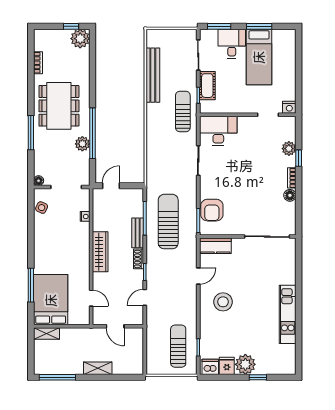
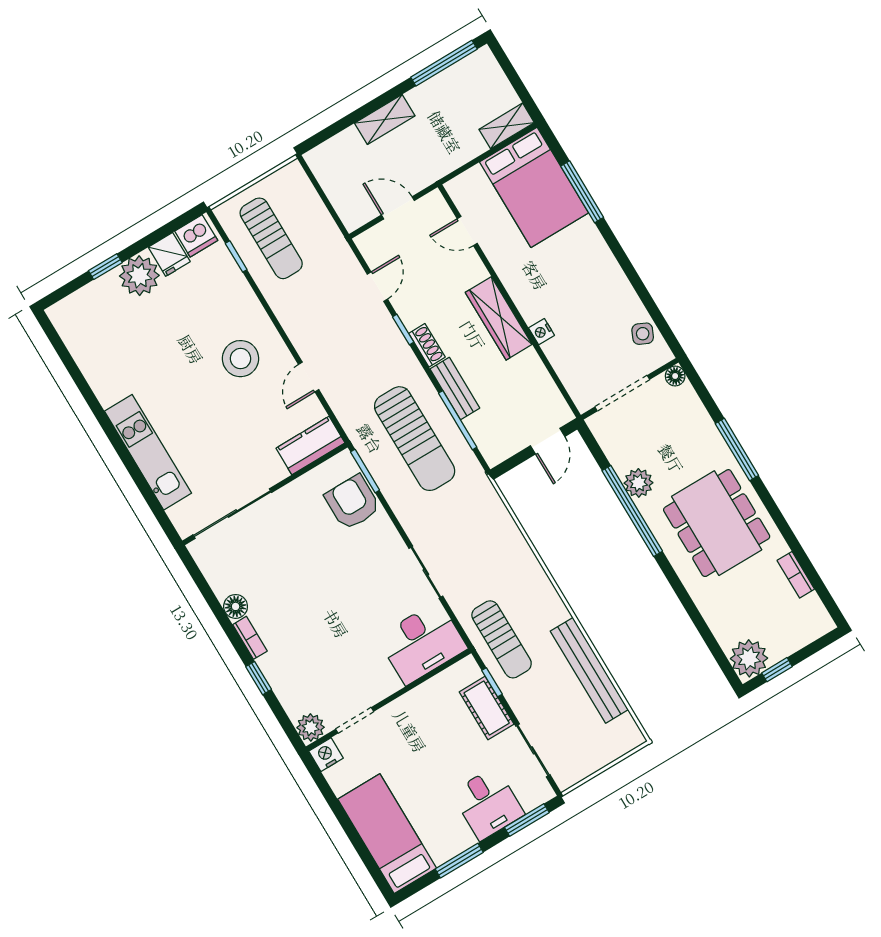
bed: (259, 57) -> (387, 834), moved
plant: (289, 149) -> (311, 727), moved
nightstand: (85, 216) -> (542, 332), moved
kitchen unit: (288, 314) -> (148, 452), moved

